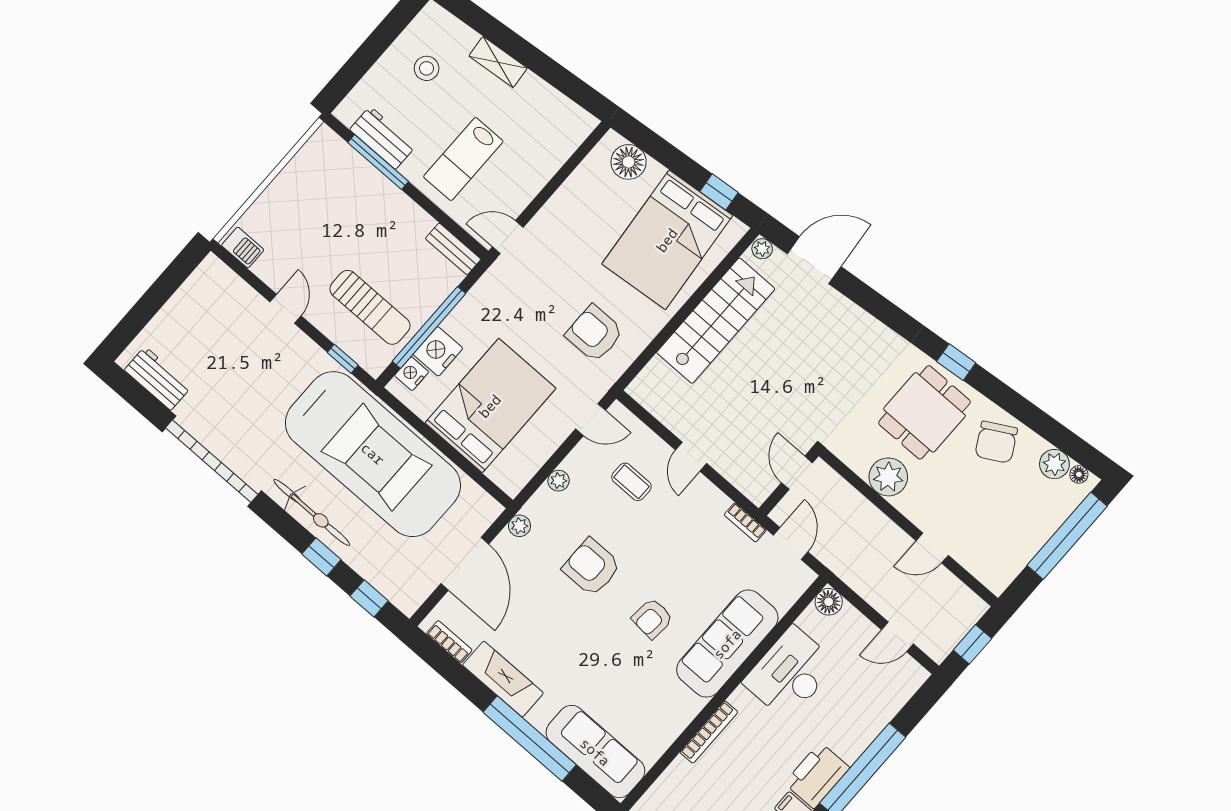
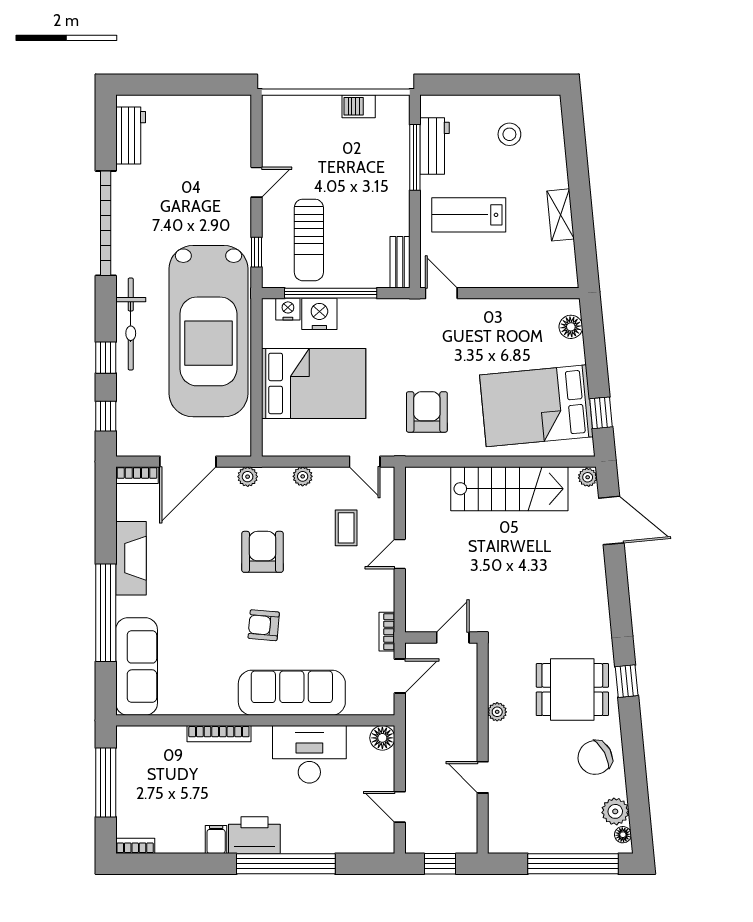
shelving: (498, 62) -> (561, 215), moved
floor lamp: (629, 162) -> (571, 327), width x0.73, depth x0.73
barbecue: (243, 247) -> (359, 106), moved, turned 90
plant: (888, 477) -> (497, 712), width x0.53, depth x0.53
bookcase: (449, 642) -> (137, 475), moved, turned 90

